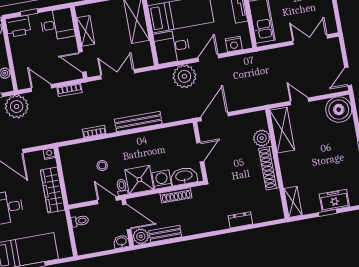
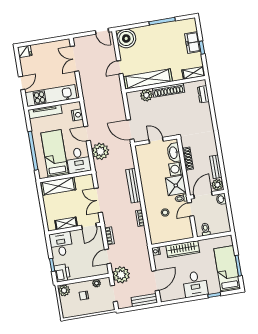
shelving: (282, 130) -> (148, 79), width x1.47
dresser: (240, 220) -> (203, 94), moved

